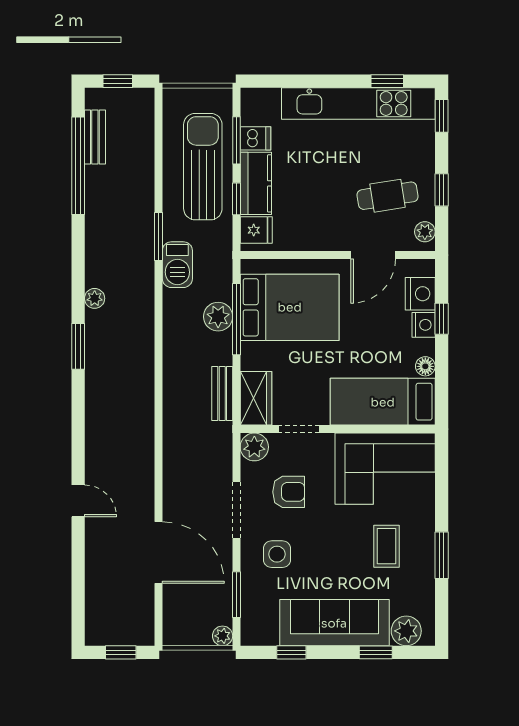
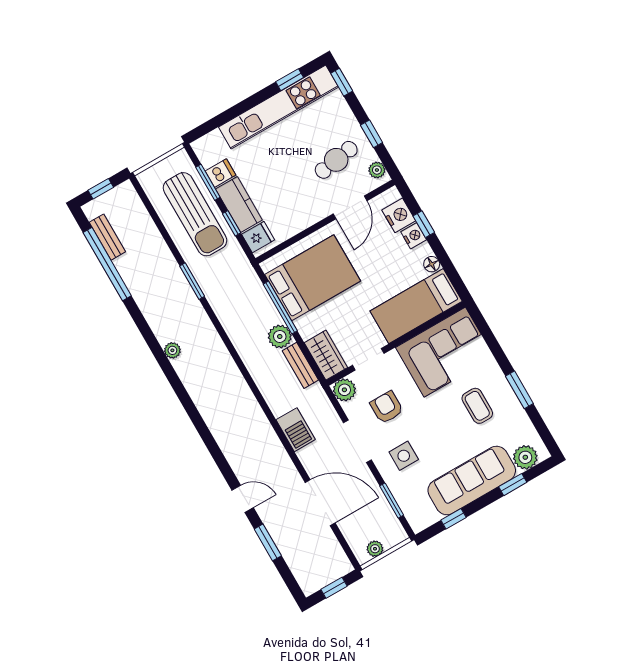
sun lounger: (203, 167) -> (195, 214), turned 180
barbecue: (177, 265) -> (296, 430), moved
plant: (218, 317) -> (280, 336), moved
window: (78, 346) -> (268, 542), moved
armchair: (289, 492) -> (387, 407), turned -90
plant: (223, 636) -> (375, 549), moved

